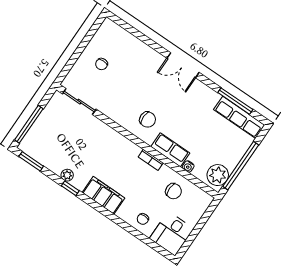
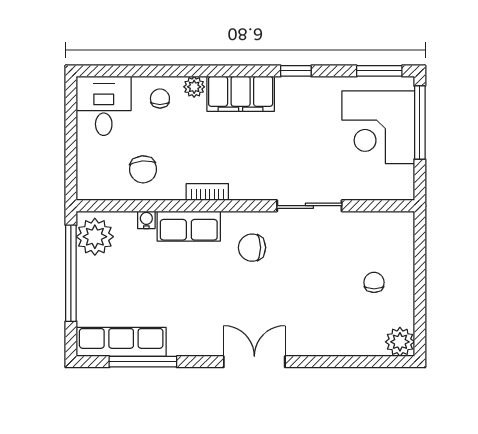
plant: (108, 28) -> (400, 342), added
sliding door: (79, 102) -> (309, 206), moved
corner desk: (50, 135) -> (378, 127), added
plant: (67, 175) -> (194, 87), moved
chair: (174, 191) -> (143, 169), turned -95

